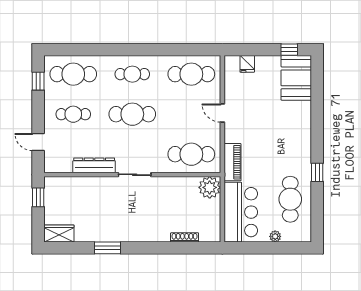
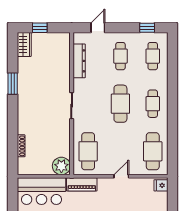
fridge: (247, 64) -> (161, 185), moved
cafe table: (73, 74) -> (153, 56), width x0.73, depth x0.74
dresser: (94, 165) -> (79, 61), moved
window: (38, 197) -> (40, 28), moved

